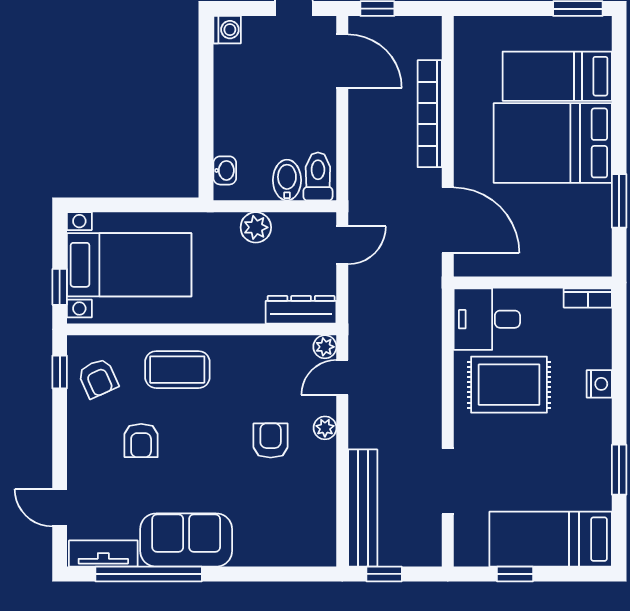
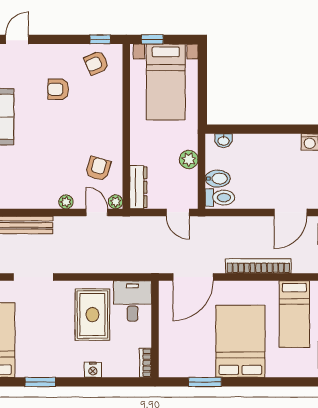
bed: (557, 76) -> (294, 314), moved, turned 180
coffee table: (177, 370) -> (102, 111), removed
armchair: (271, 440) -> (98, 169), moved, turned -74

